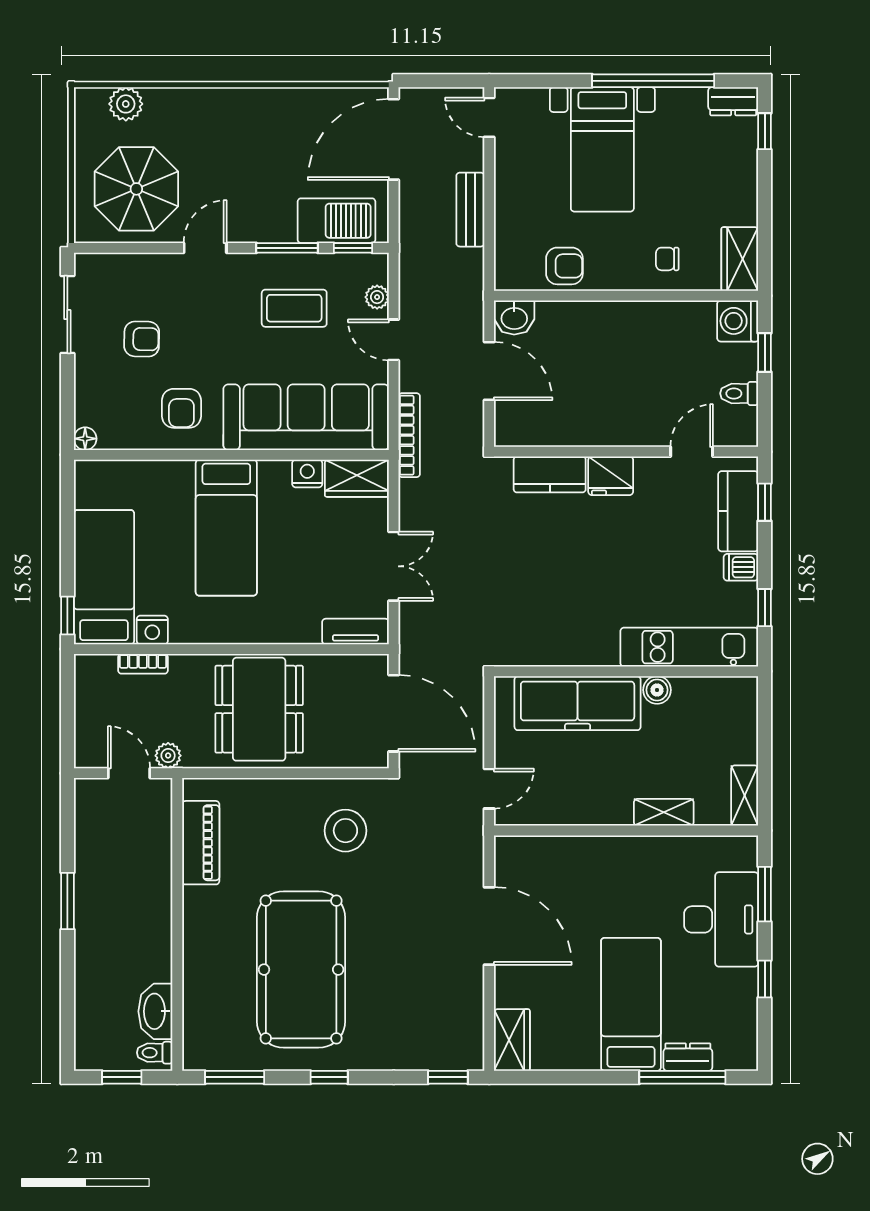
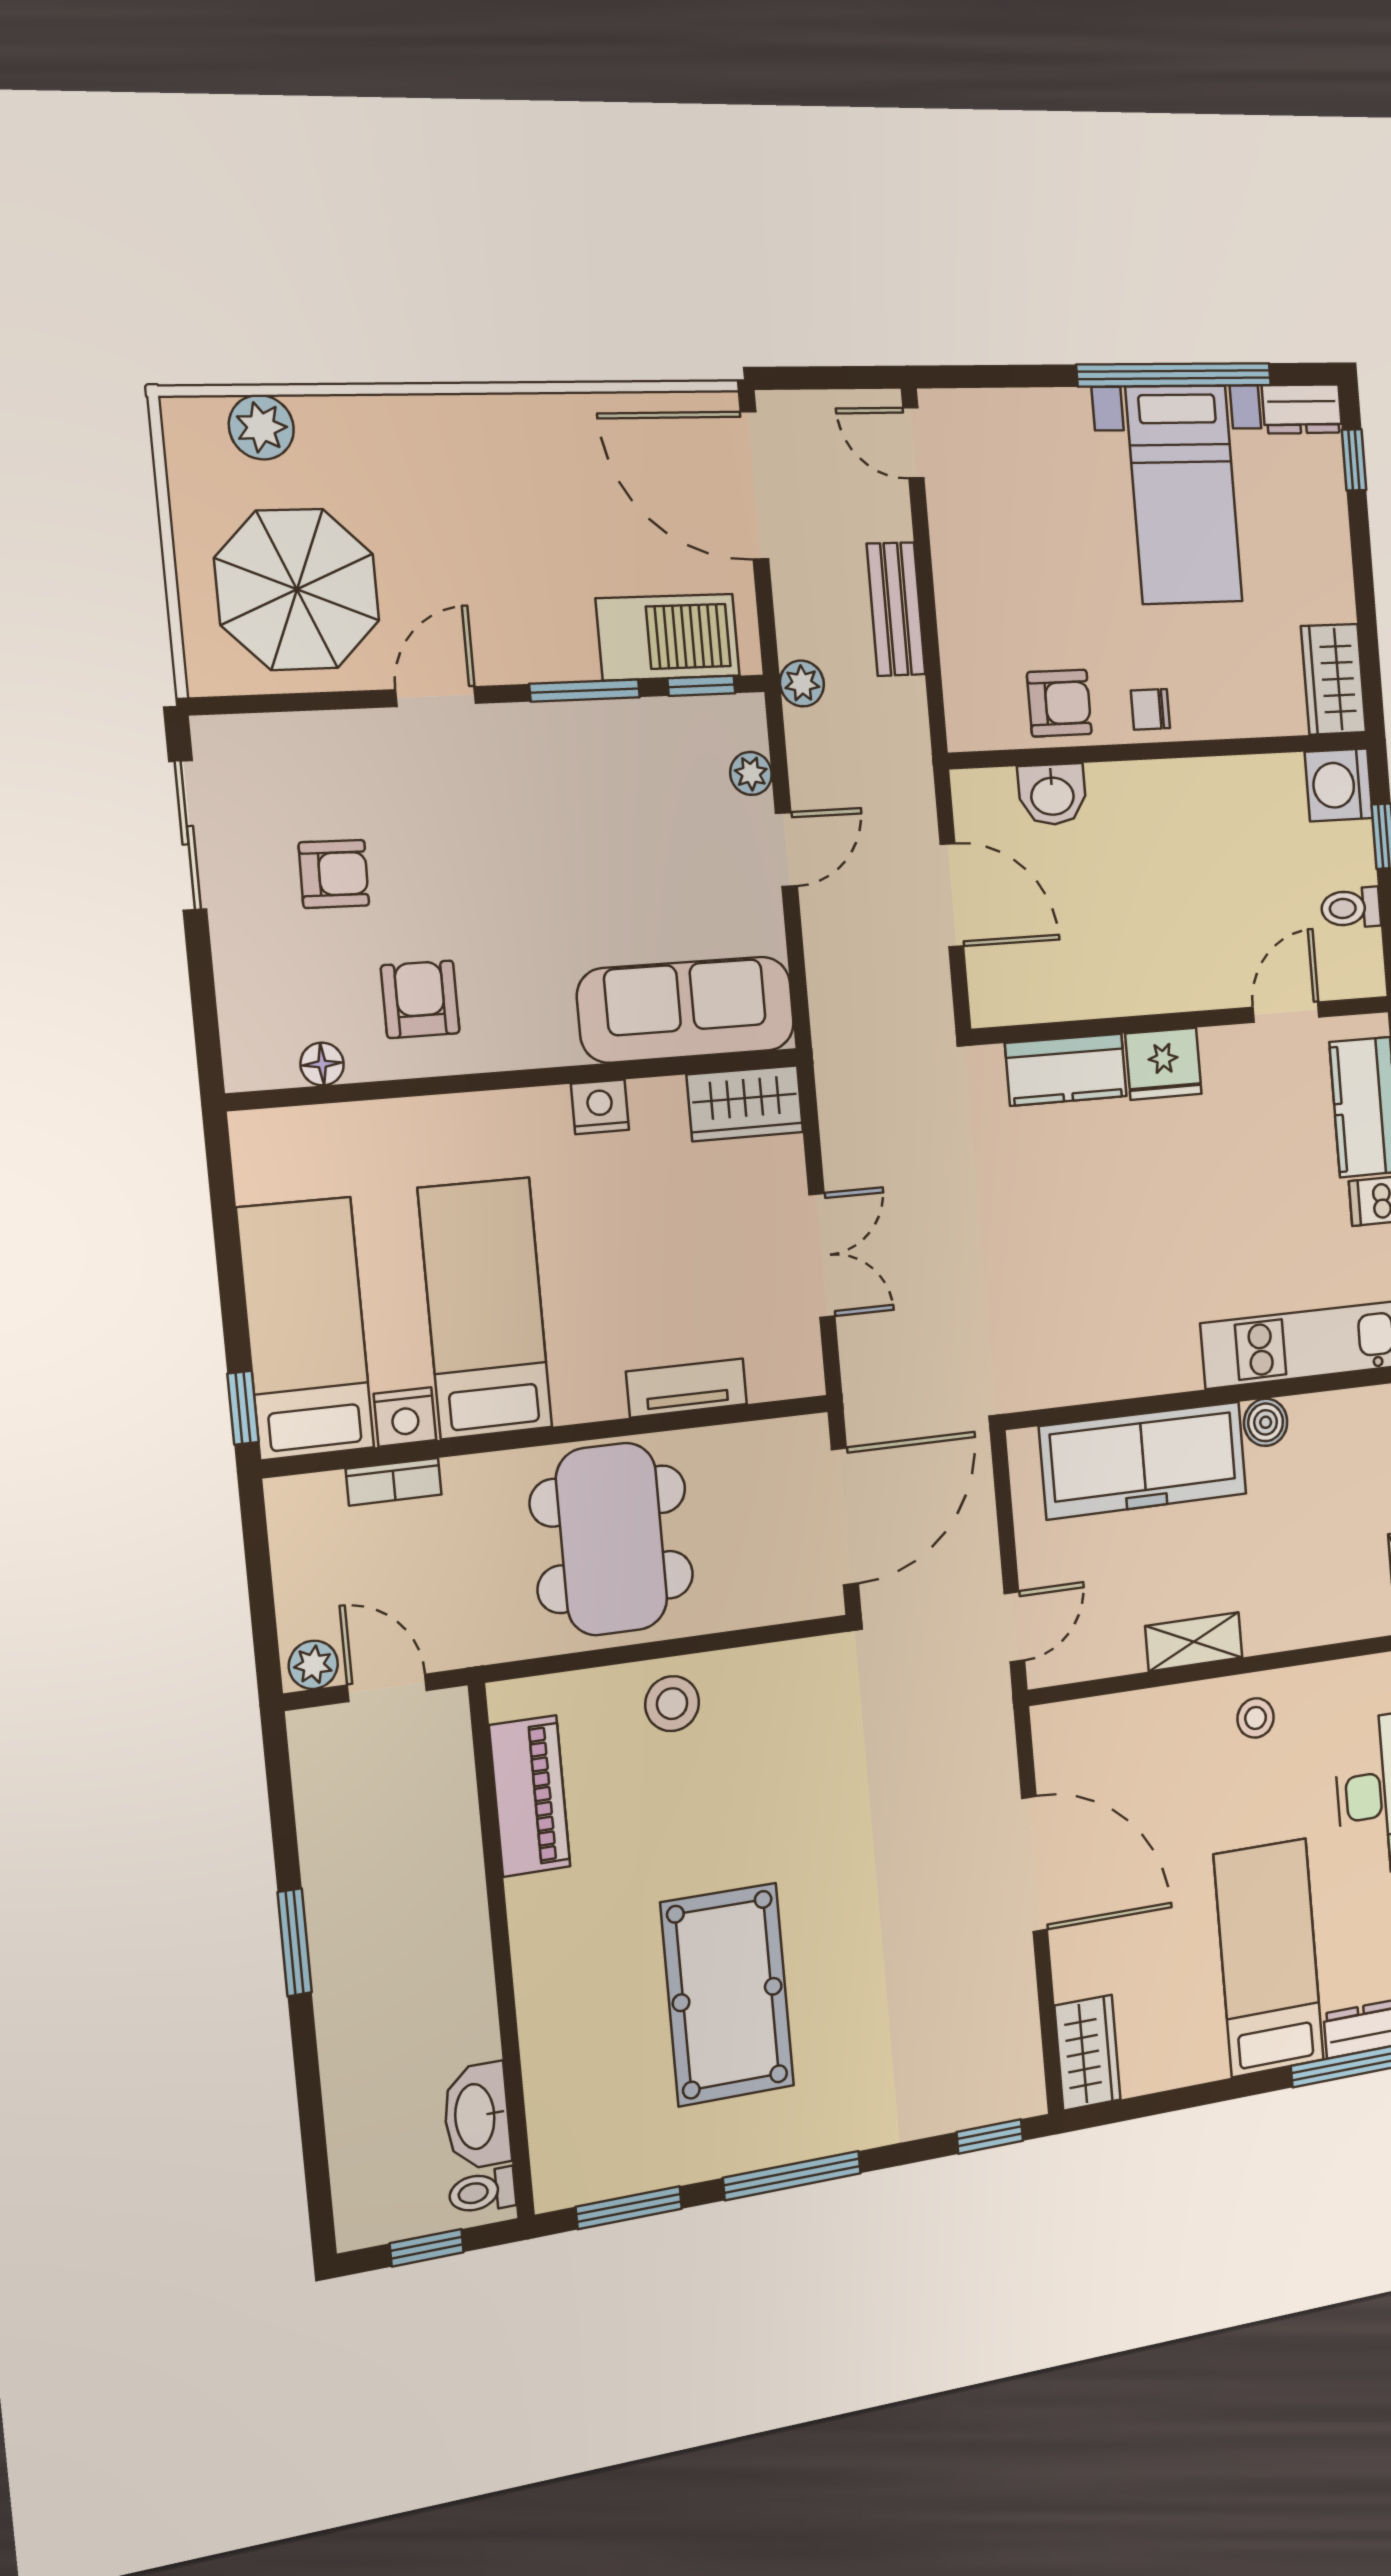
door: (394, 139) -> (755, 486), hinge flipped
bed with nightstands: (602, 149) -> (1184, 495), moved
plant: (411, 249) -> (802, 683), added
chair: (667, 259) -> (1150, 709), moved
coffee table: (294, 308) -> (608, 801), removed
washbasin: (514, 318) -> (1052, 794), moved
door: (394, 340) -> (786, 849), swing flipped
armchair: (181, 408) -> (420, 999), turned 180
sofa: (306, 417) -> (686, 1010), width x0.74, depth x0.79
bookcase: (409, 435) -> (828, 1019), removed
floor lamp: (85, 439) -> (322, 1064), moved
nightstand: (307, 473) -> (600, 1107), moved
bed: (226, 528) -> (485, 1308), moved, turned 180
tv unit: (356, 631) -> (687, 1388), moved
door: (394, 713) -> (845, 1516), hinge flipped
plant: (168, 756) -> (313, 1665), moved
shelving: (664, 812) -> (1194, 1642), moved
stool: (345, 831) -> (672, 1704), moved, width x0.73, depth x0.73
stool: (635, 862) -> (1256, 1718), added
pool table: (301, 970) -> (727, 1994), width x0.73, depth x0.76
window: (329, 1077) -> (792, 2175), width x2.17

